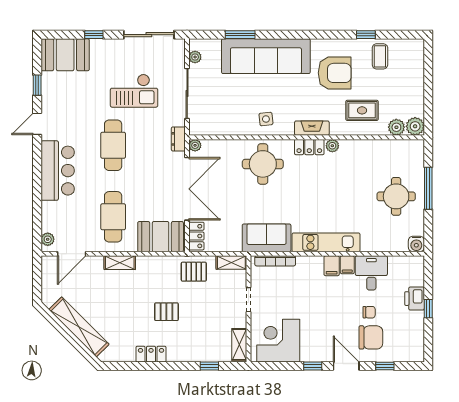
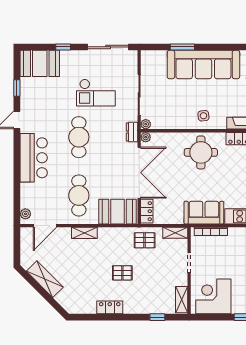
plant: (195, 57) -> (146, 124), moved
shelving: (79, 327) -> (45, 279), width x0.68

